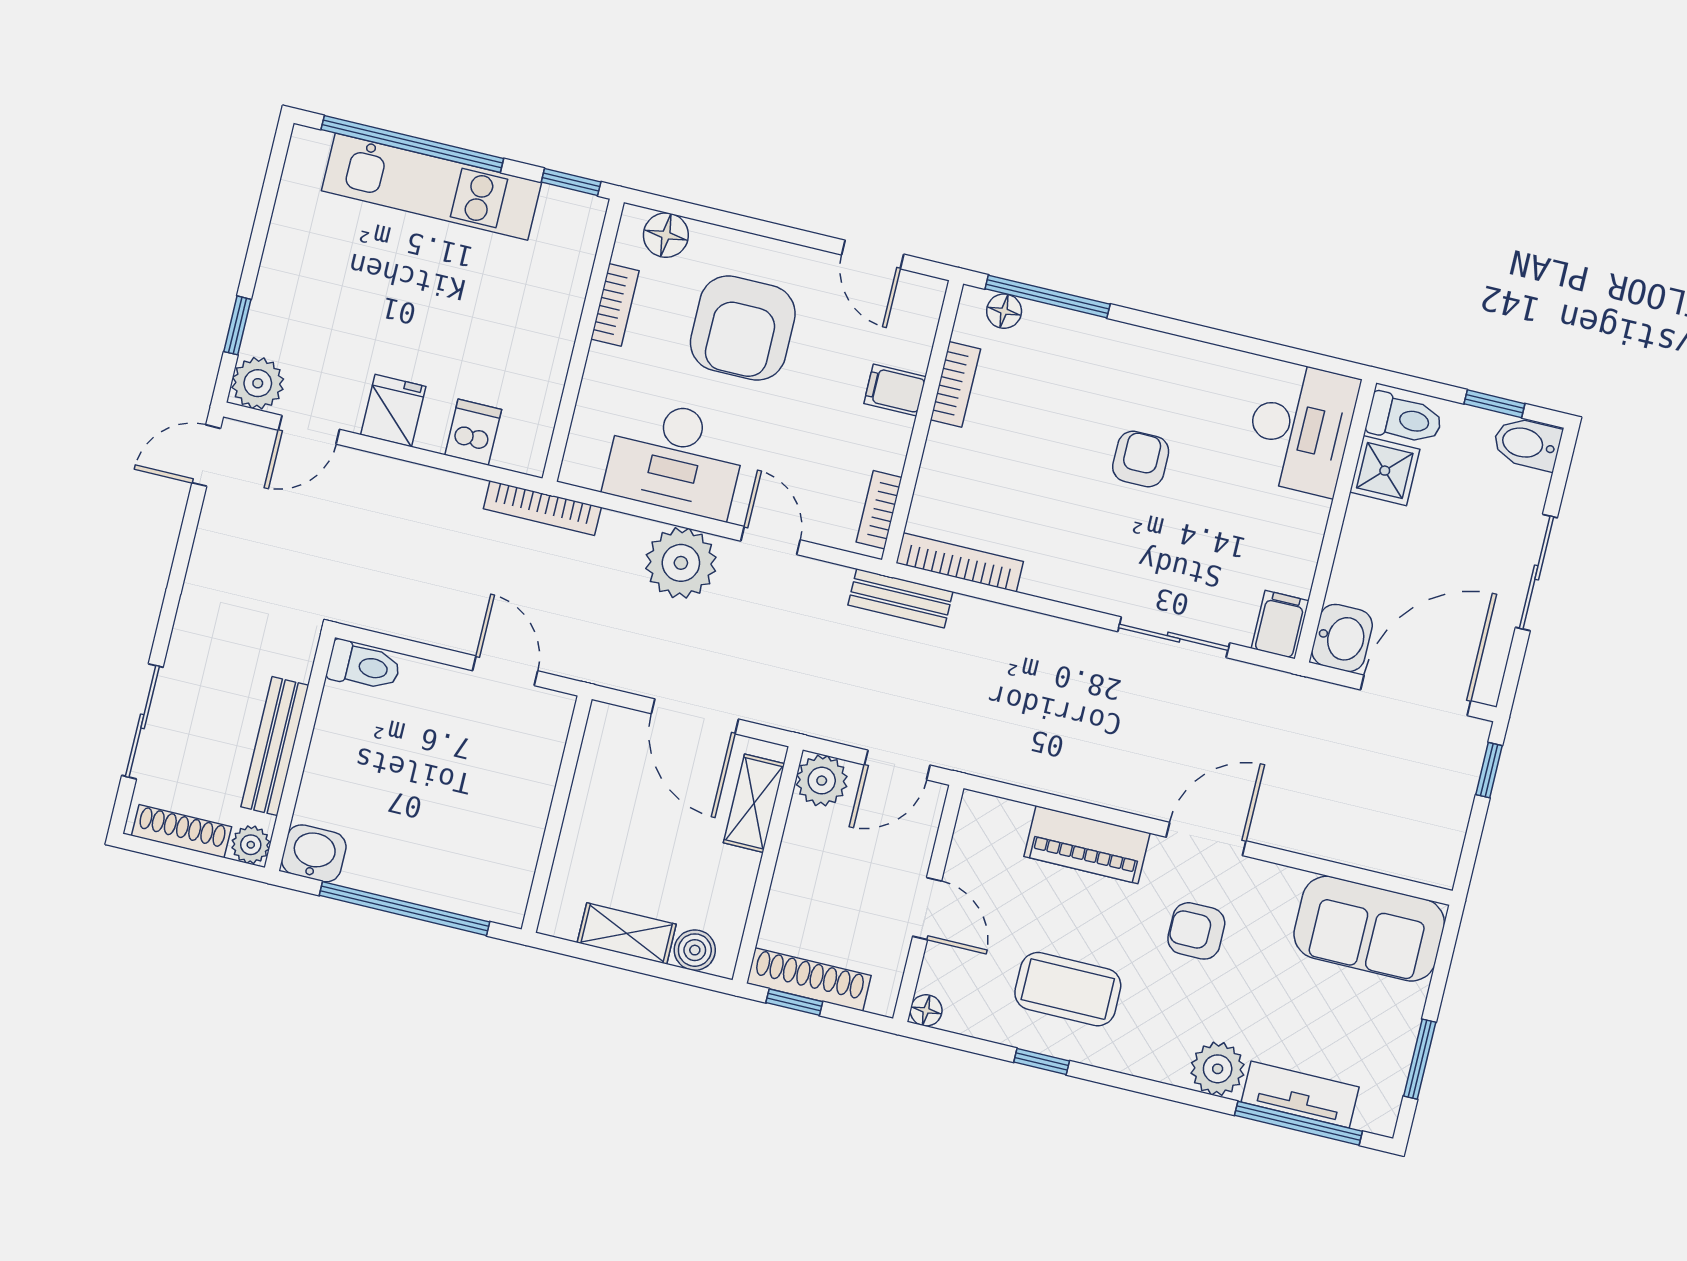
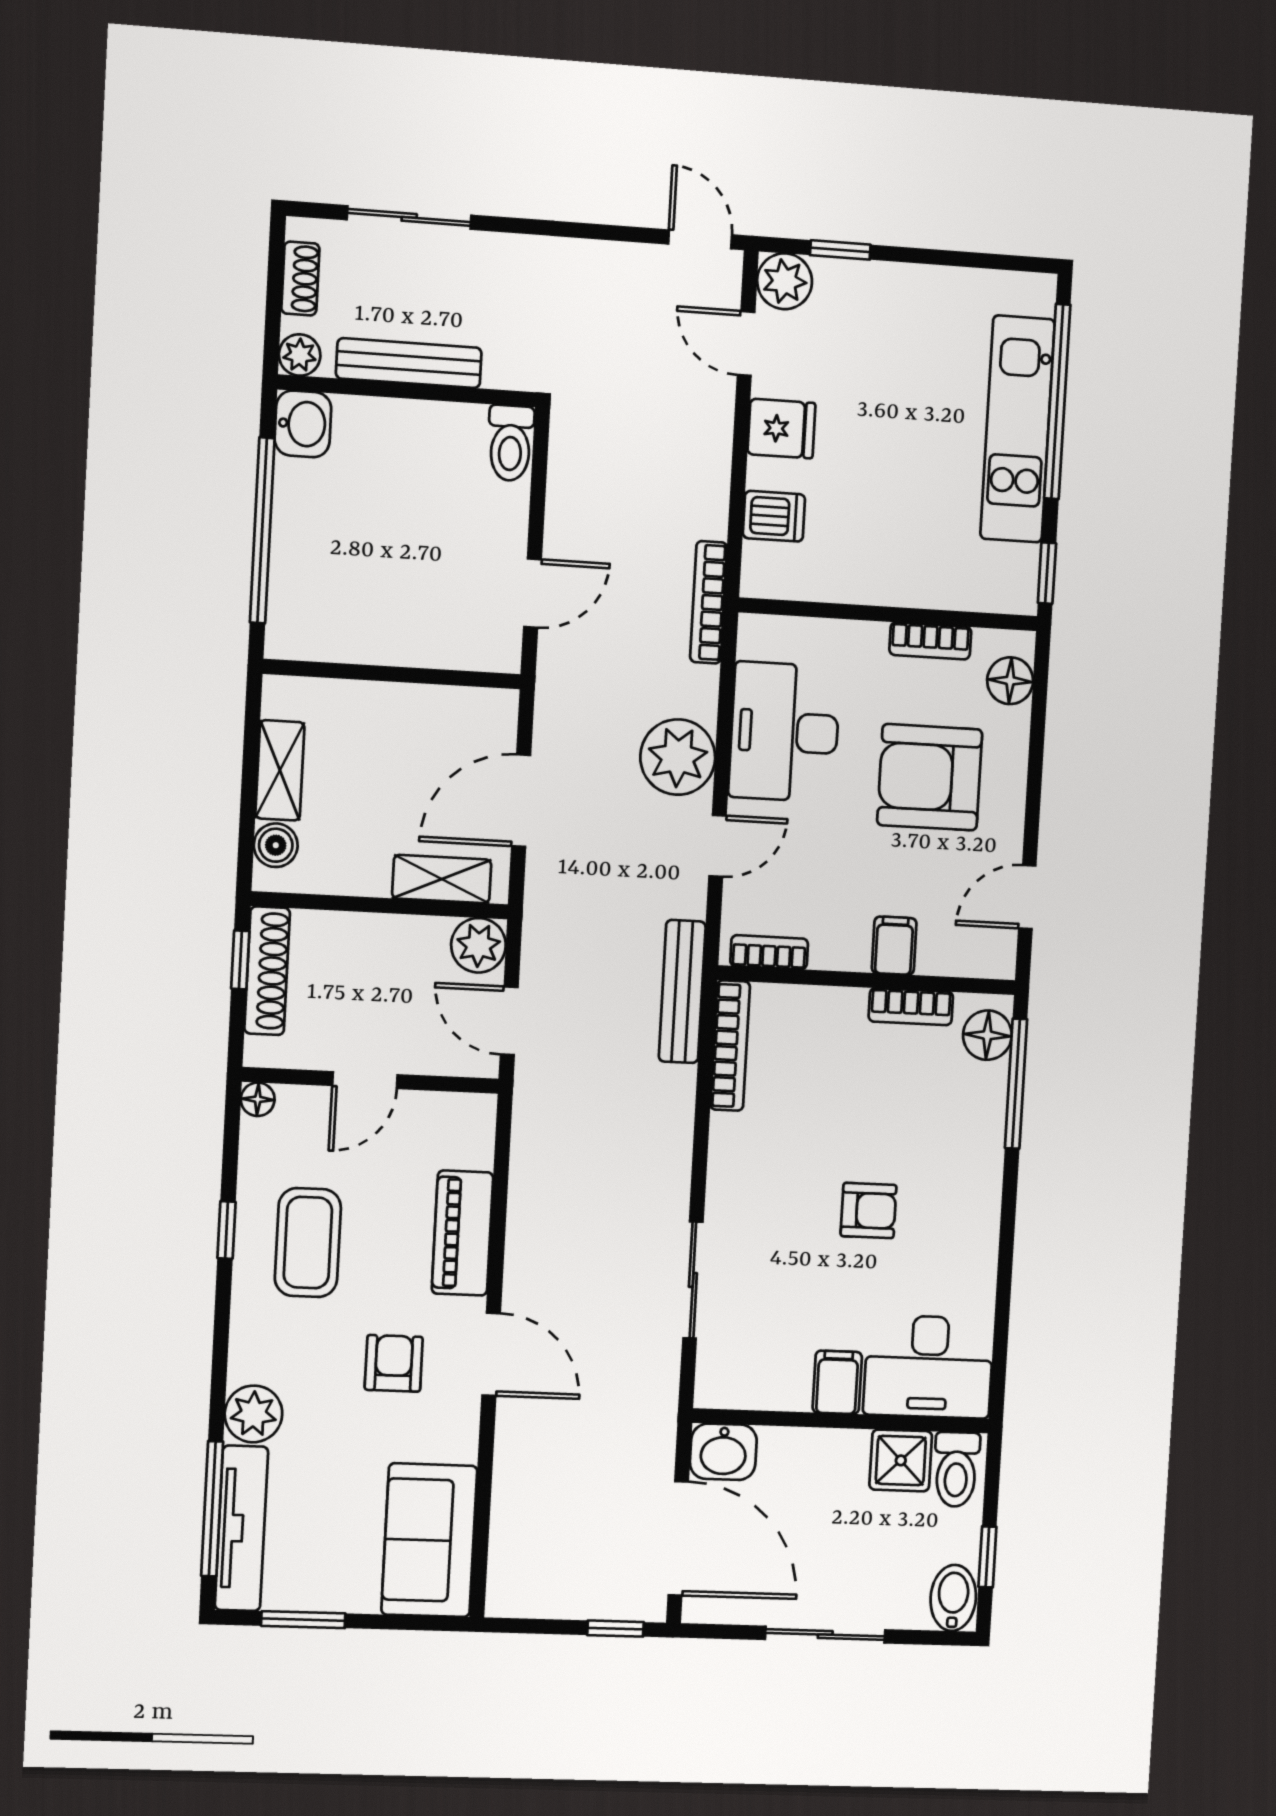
floor lamp: (1004, 311) -> (987, 1035), width x1.37, depth x1.37
bench: (900, 598) -> (682, 992), width x1.36
filing cabinet: (1280, 625) -> (837, 1382), moved, turned -90
shoe rack: (181, 831) -> (300, 279), width x0.70
tv unit: (1300, 1095) -> (241, 1528), width x1.41

